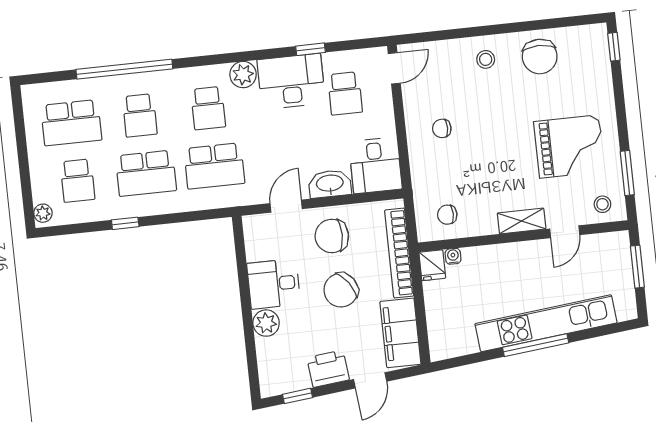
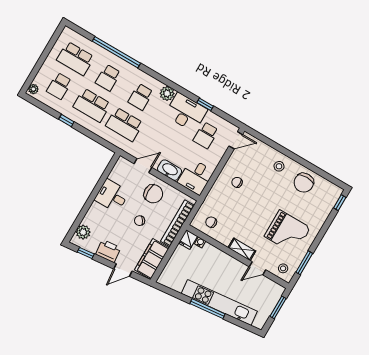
chair: (332, 236) -> (153, 194), turned 180
chair: (341, 290) -> (140, 221), width x0.54, depth x0.54
plant: (266, 323) -> (83, 232), moved

